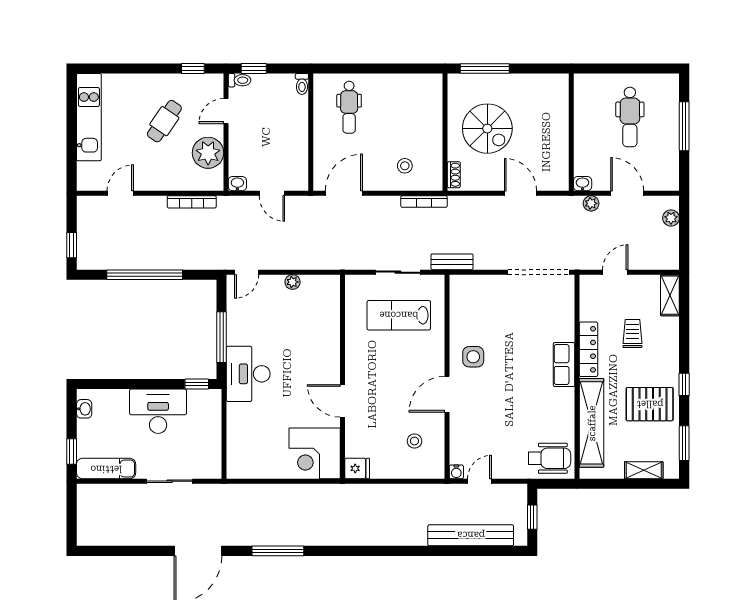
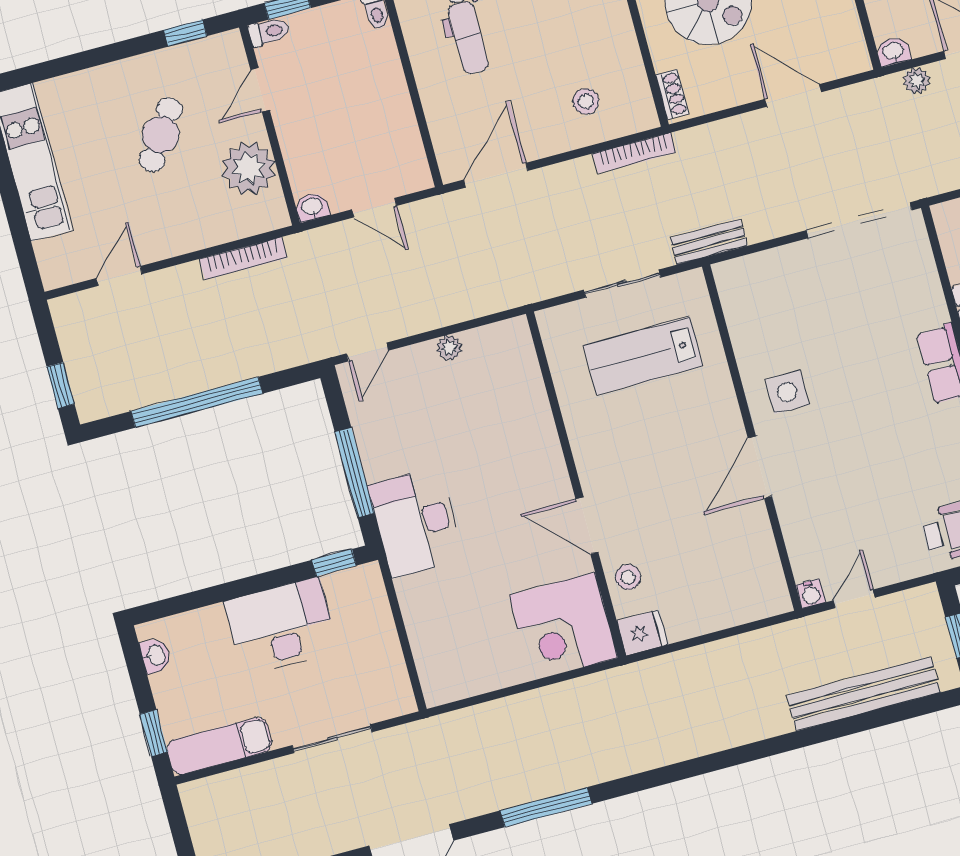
stool: (414, 441) -> (628, 577), moved

